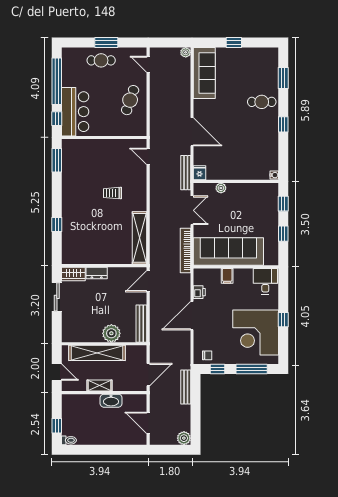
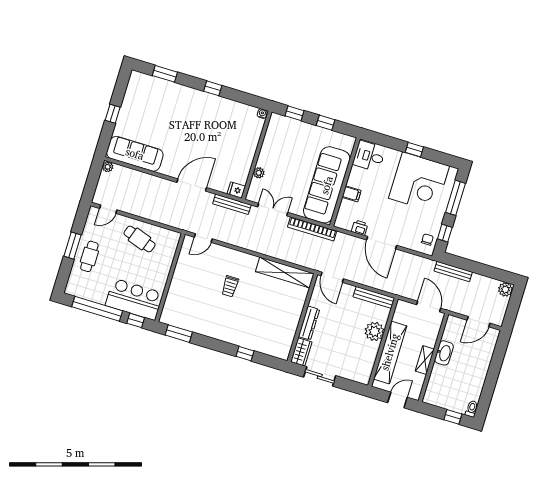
cafe table: (262, 102) -> (183, 104), removed
dresser: (97, 273) -> (309, 323), width x1.44

